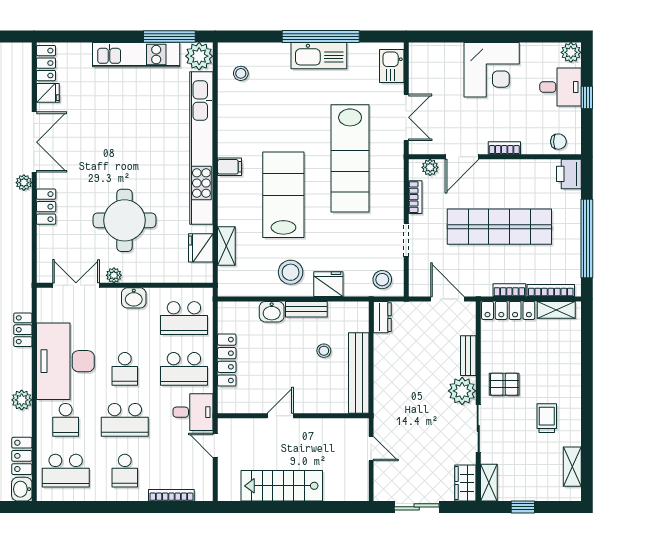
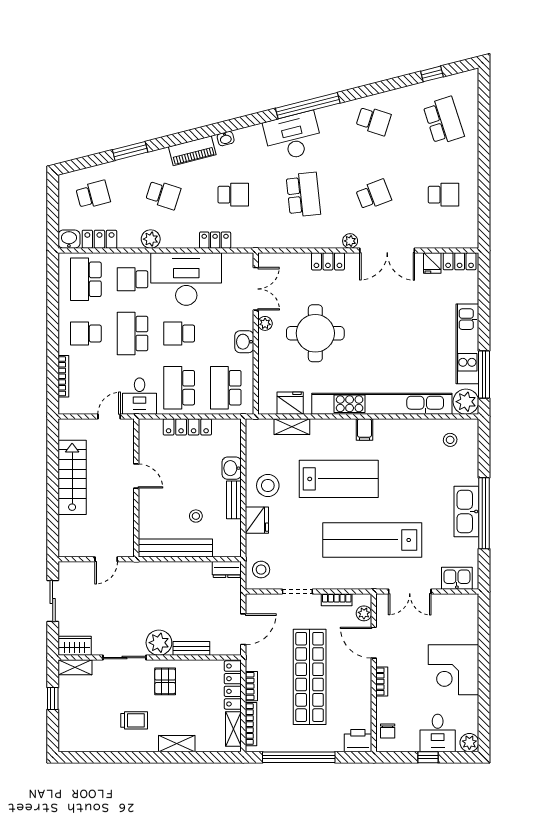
shelving: (572, 467) -> (177, 744), moved

